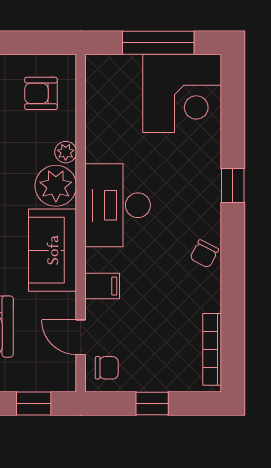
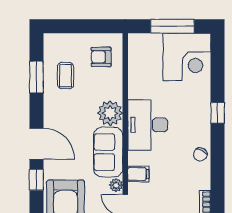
plant: (66, 152) -> (116, 185), moved

